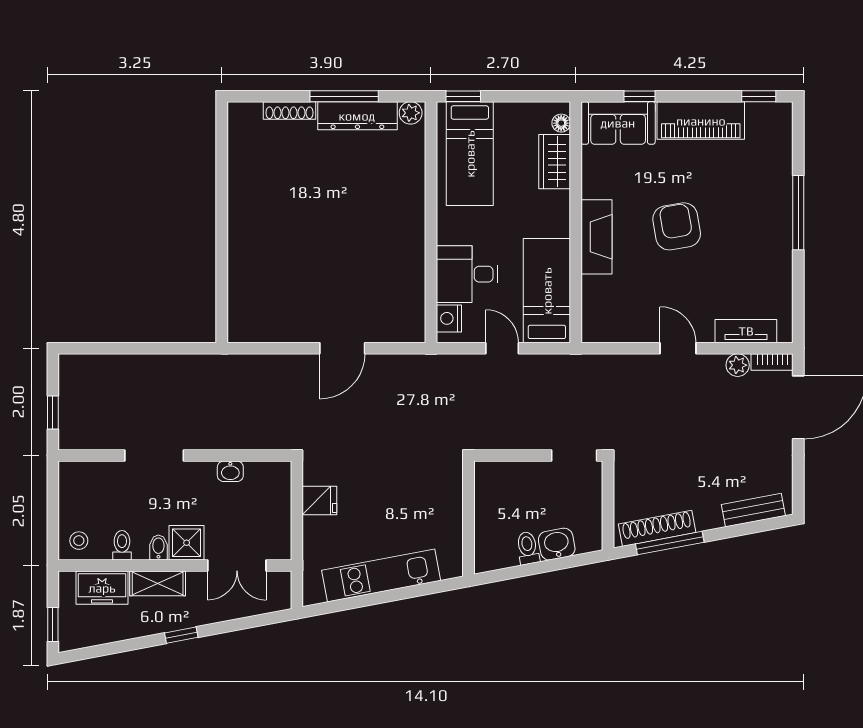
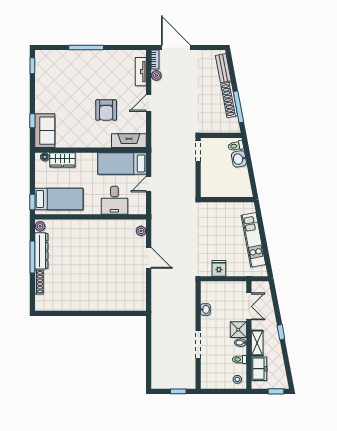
piano: (701, 121) -> (44, 92), removed
armchair: (677, 226) -> (106, 110), moved, turned -80
fireplace: (596, 237) -> (129, 141), moved
nightstand: (449, 318) -> (135, 209), removed
plant: (401, 332) -> (141, 231), added
shoe rack: (657, 528) -> (229, 100), moved
toilet: (528, 548) -> (236, 146), moved

